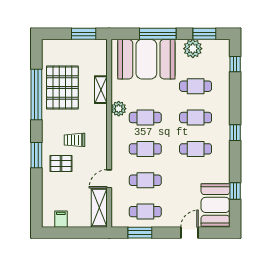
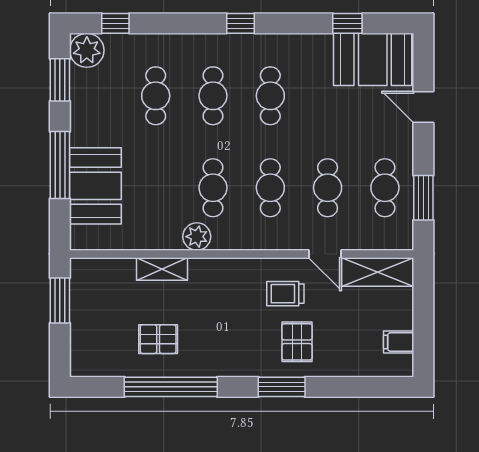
plant: (193, 49) -> (87, 50), moved
booth: (146, 59) -> (95, 186), width x0.73, depth x0.70
pallet: (62, 88) -> (158, 339), width x0.49, depth x0.50
trolley: (74, 140) -> (285, 294), moved, turned 90

